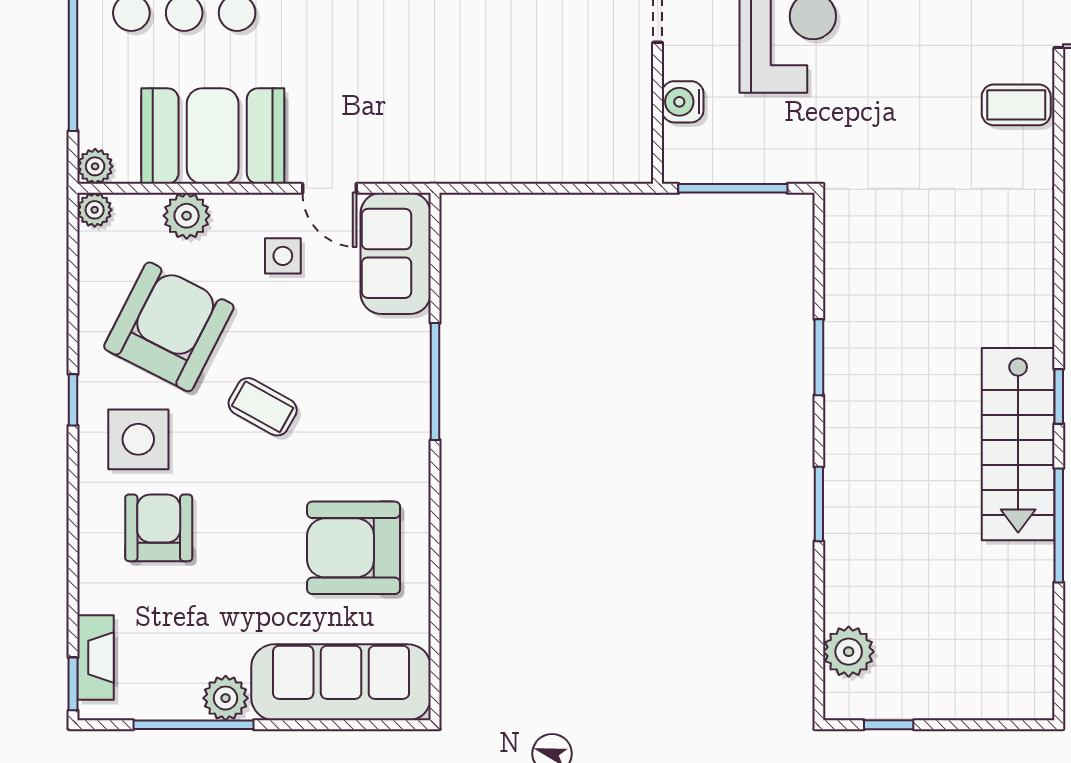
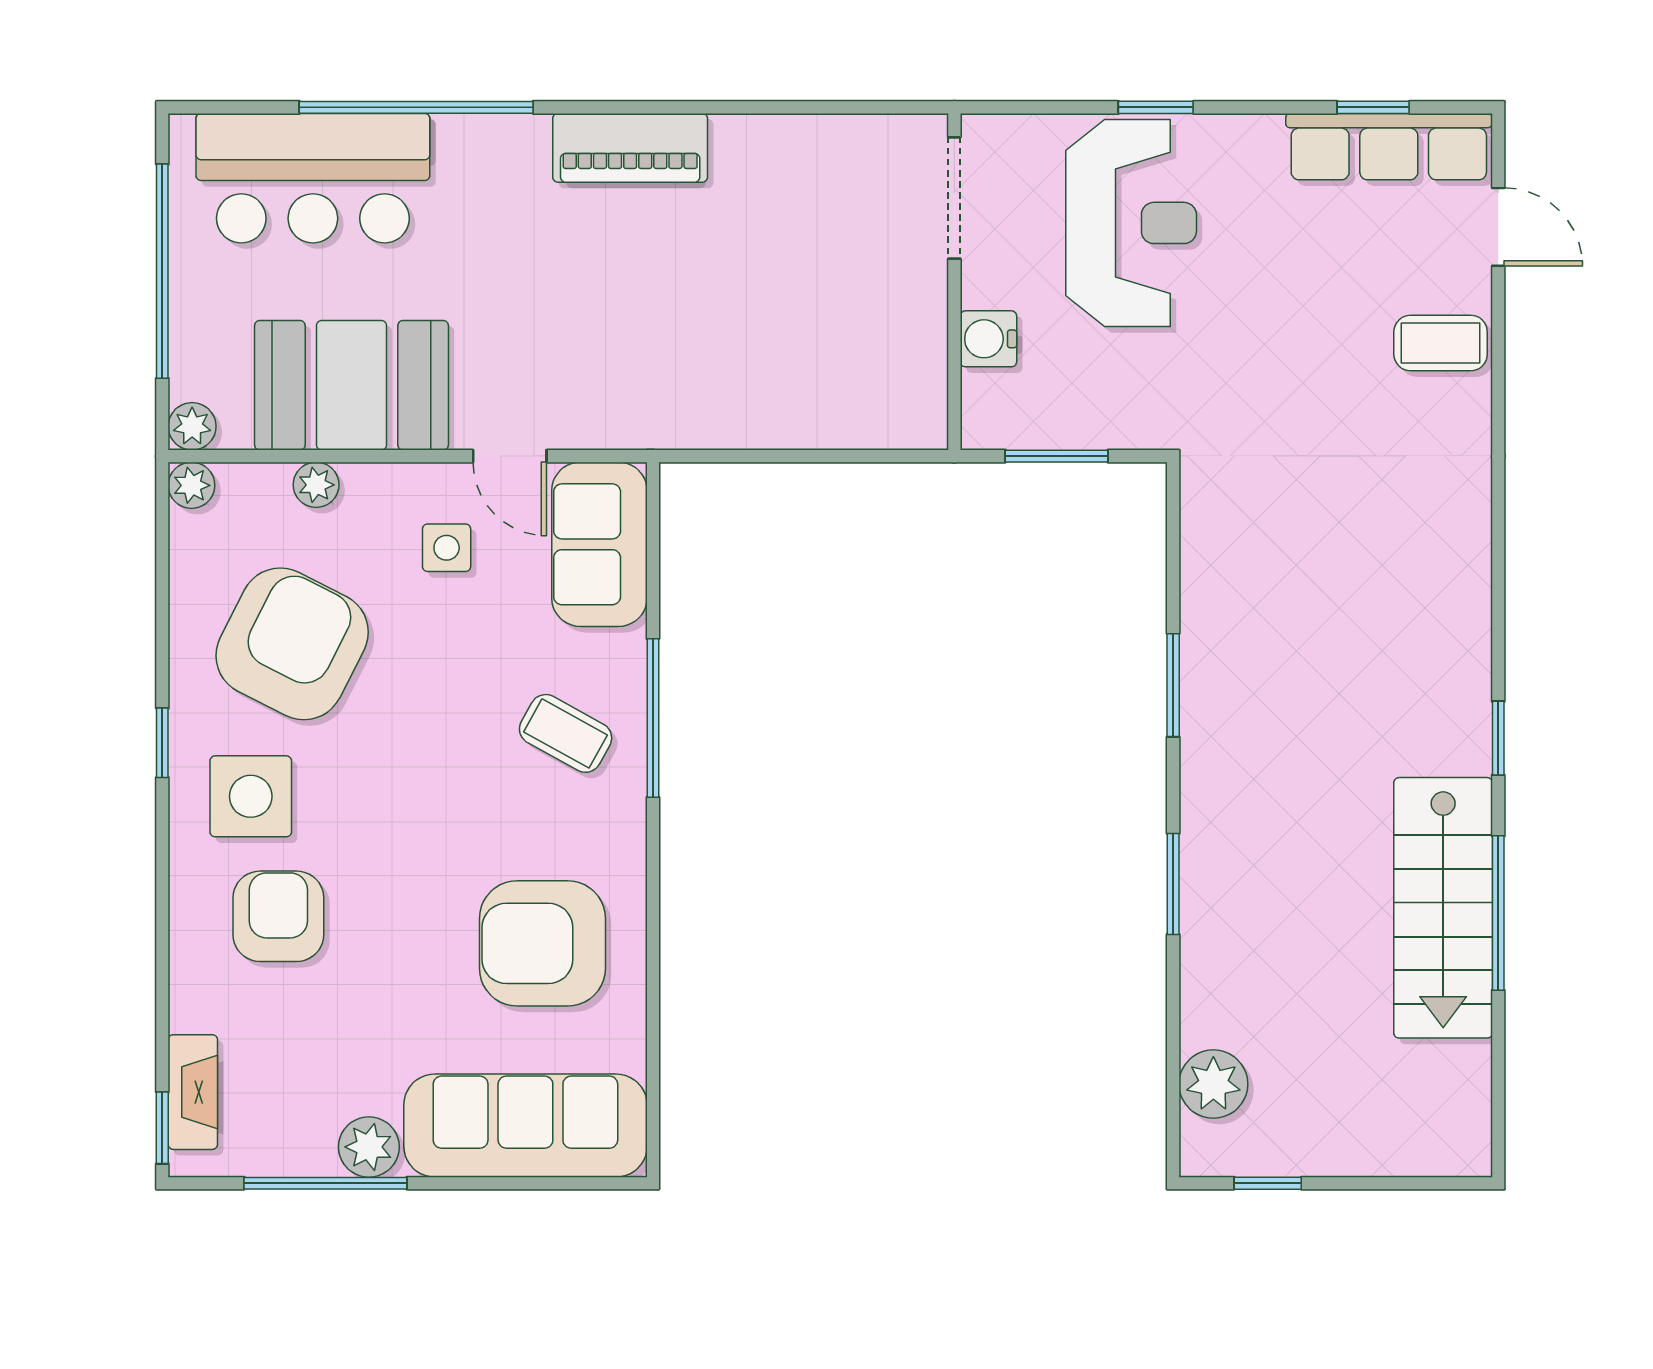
window: (733, 188) -> (1057, 456), width x0.69
plant: (187, 216) -> (316, 485), width x0.73, depth x0.73
coffee table: (263, 407) -> (566, 733), moved
stairs: (1018, 444) -> (1443, 908), moved

